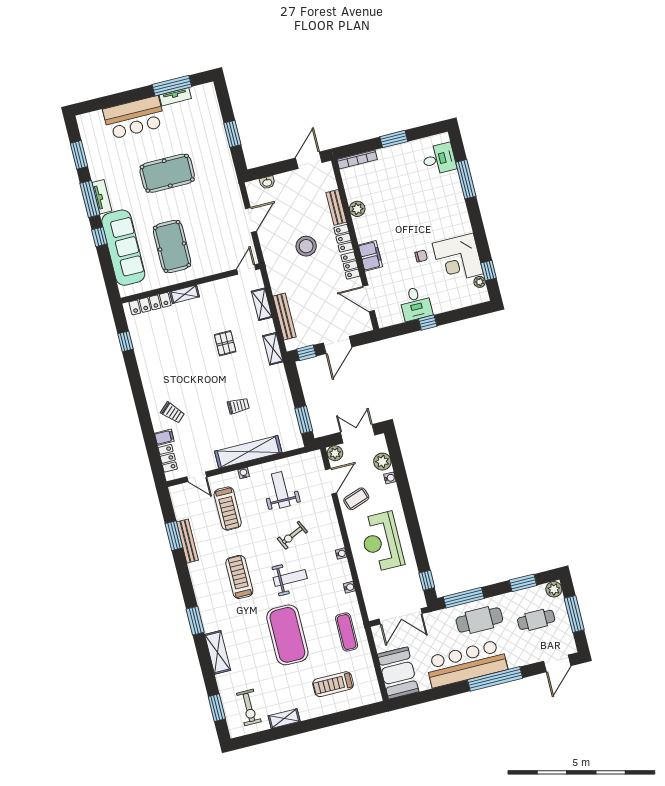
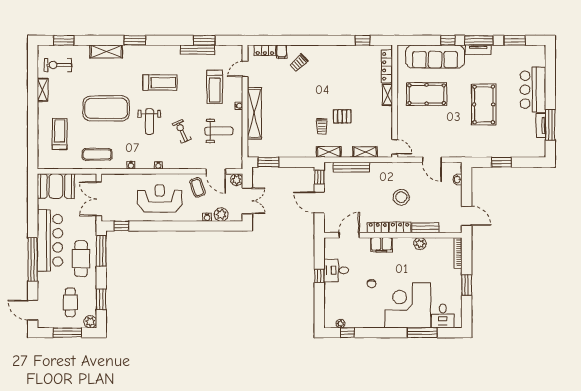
corner desk: (458, 259) -> (408, 305), moved, width x1.36, depth x1.36
trolley: (238, 406) -> (322, 126), moved
treadmill: (228, 509) -> (215, 87), turned -90

